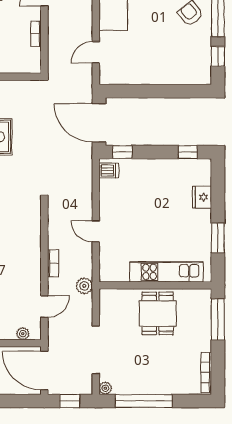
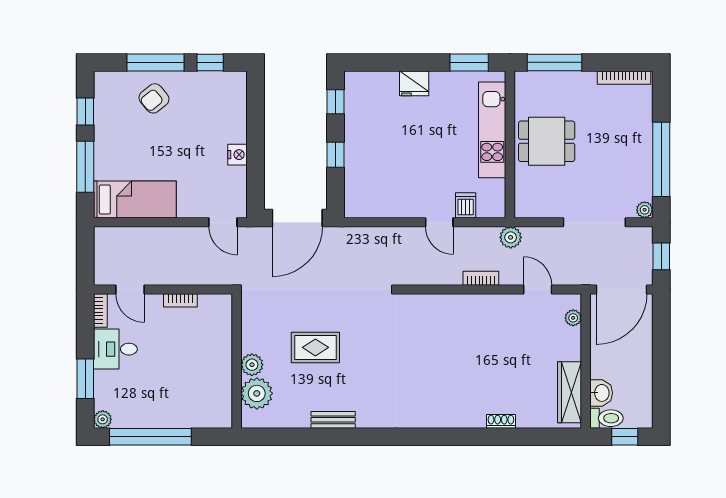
door: (96, 52) -> (223, 222), moved
nightstand: (148, 77) -> (237, 155), added
window: (122, 152) -> (335, 155), moved
dishwasher: (109, 171) -> (466, 205), moved
fridge: (202, 197) -> (414, 83), moved
door: (96, 231) -> (439, 222), hinge flipped
window: (218, 238) -> (469, 62), moved

